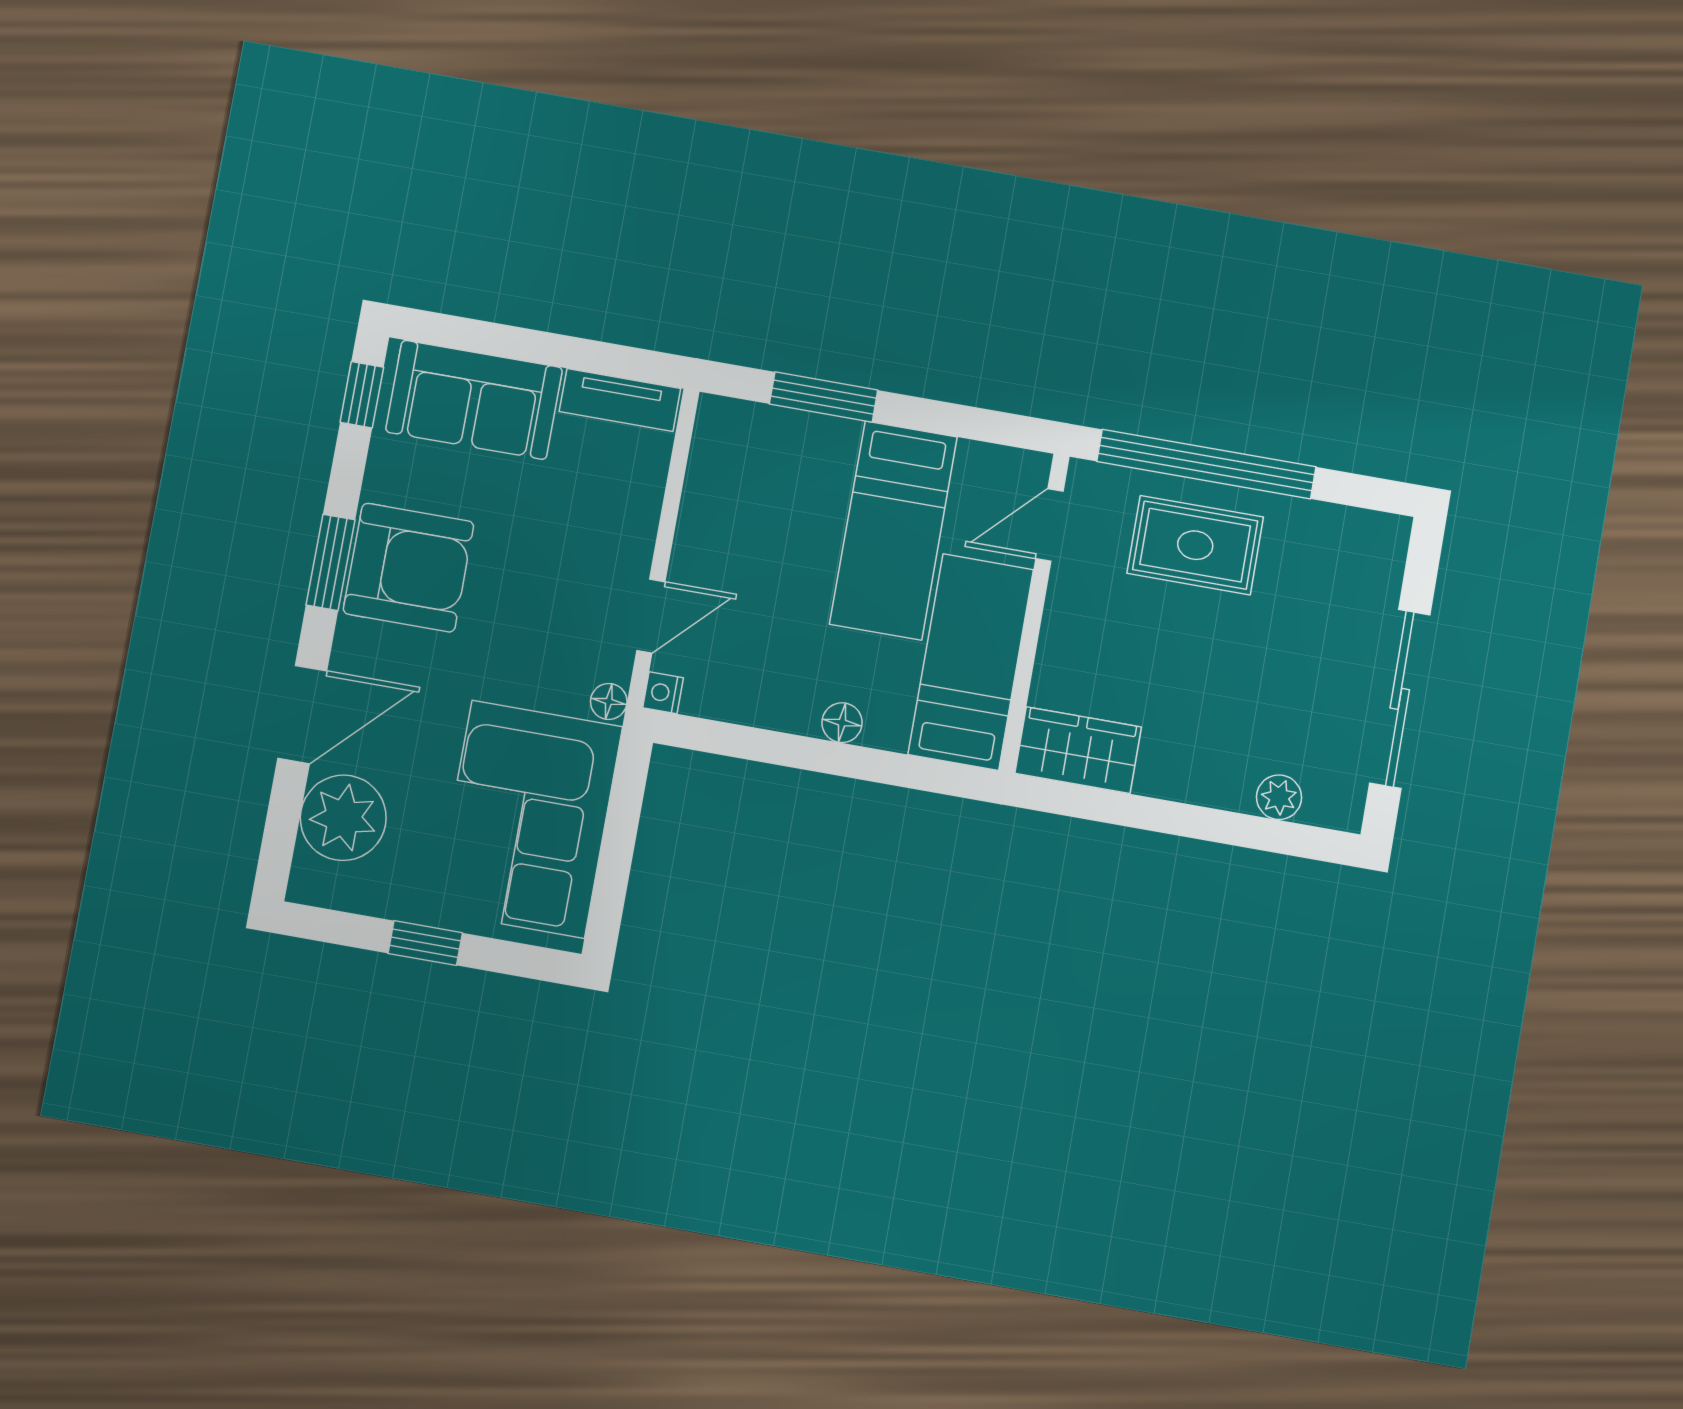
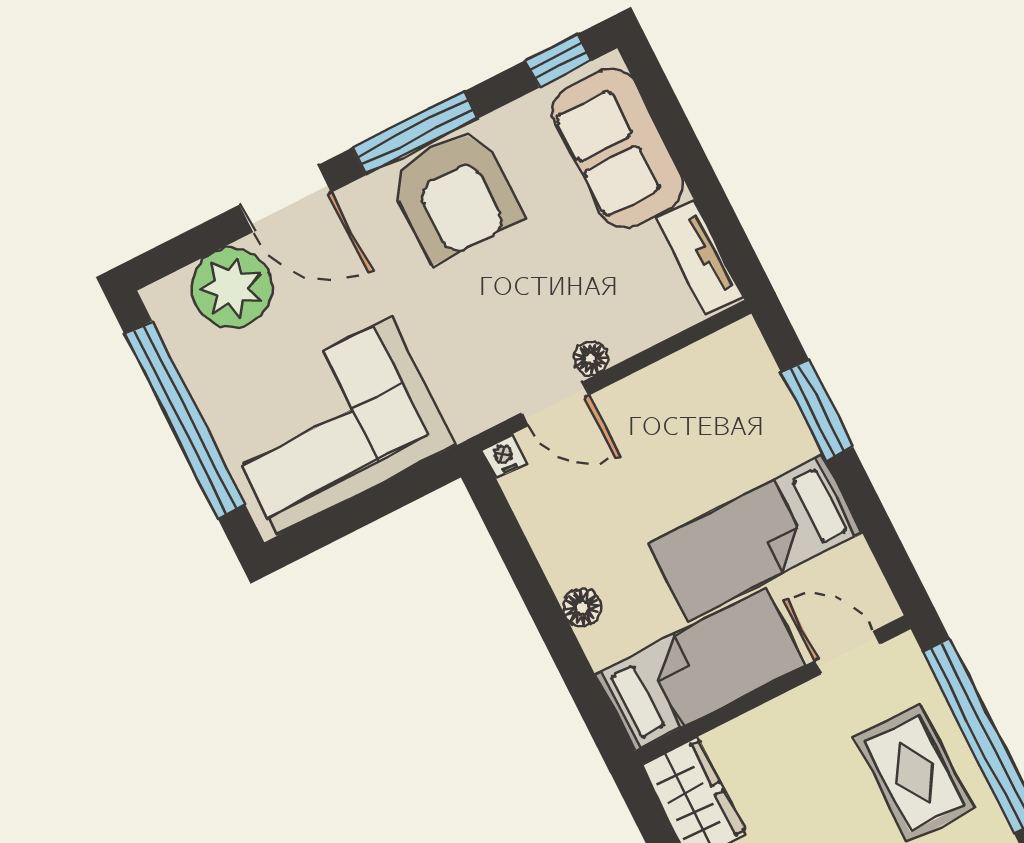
window: (331, 562) -> (415, 133), width x1.44
floor lamp: (609, 701) -> (591, 358), moved
window: (425, 943) -> (185, 420), width x3.17

